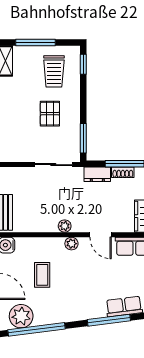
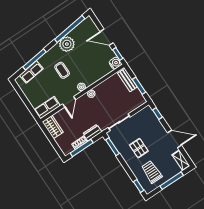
door: (101, 235) -> (69, 102), swing flipped
coffee table: (42, 275) -> (62, 70), moved
plant: (21, 316) -> (67, 44), moved

